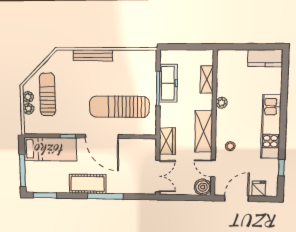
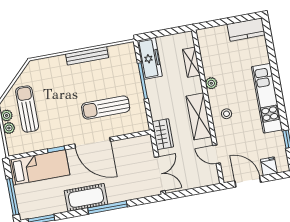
bench: (93, 55) -> (87, 56), moved
freezer: (168, 83) -> (150, 58), moved
sun lounger: (119, 107) -> (106, 108), width x0.73, depth x0.75
stool: (230, 146) -> (226, 114), moved
boiler: (203, 187) -> (210, 177), removed
door: (237, 198) -> (248, 182), hinge flipped

